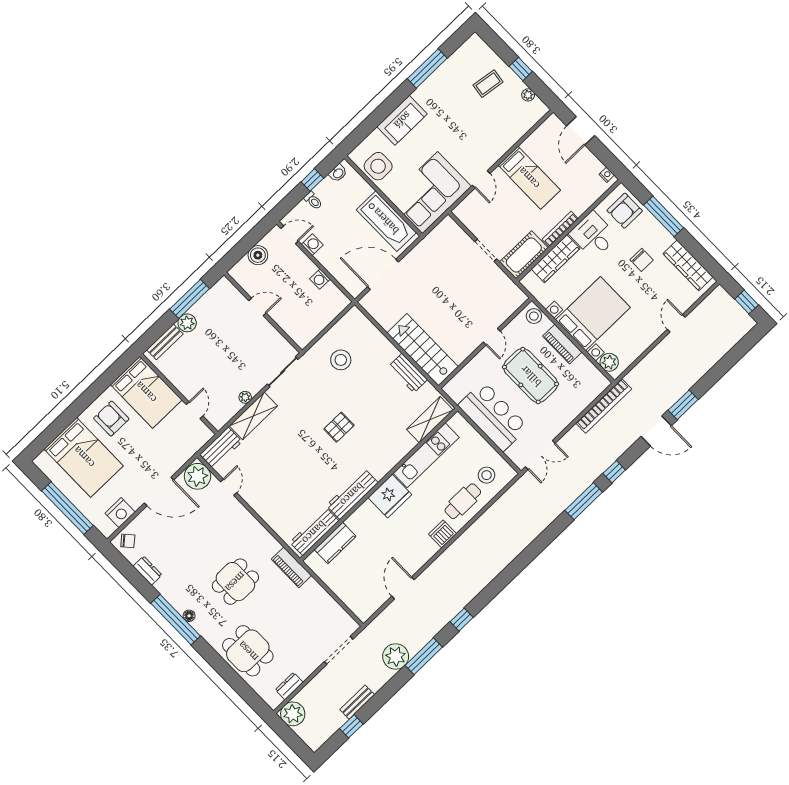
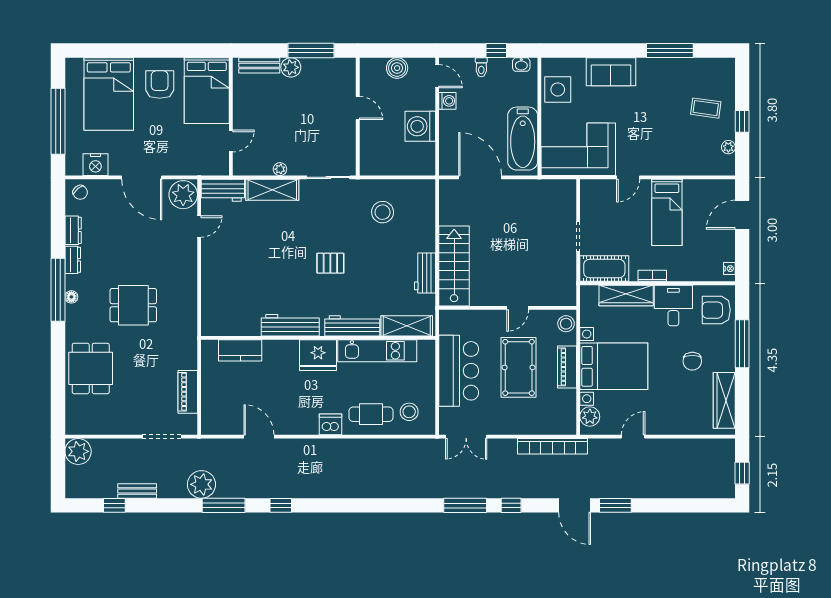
bookcase: (560, 229) -> (652, 276), width x0.64
washing machine: (320, 279) -> (420, 126), width x1.89, depth x1.89
door: (676, 323) -> (633, 437), moved
workbench: (314, 532) -> (352, 326), moved
piano: (291, 567) -> (188, 392), moved
door: (403, 588) -> (259, 437), hinge flipped
dresser: (289, 686) -> (73, 260), moved, turned 90

